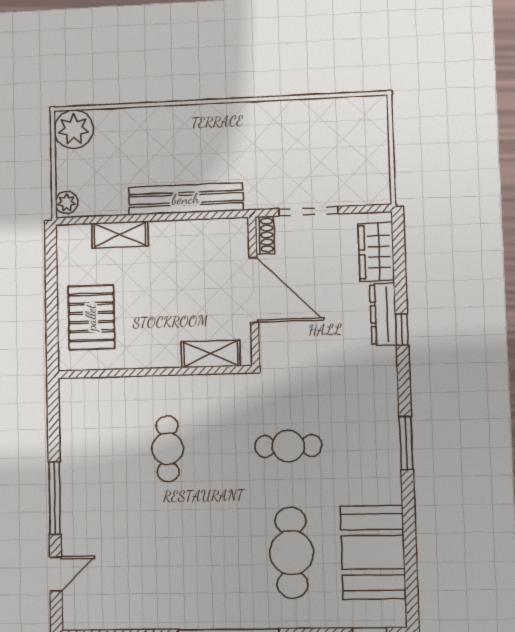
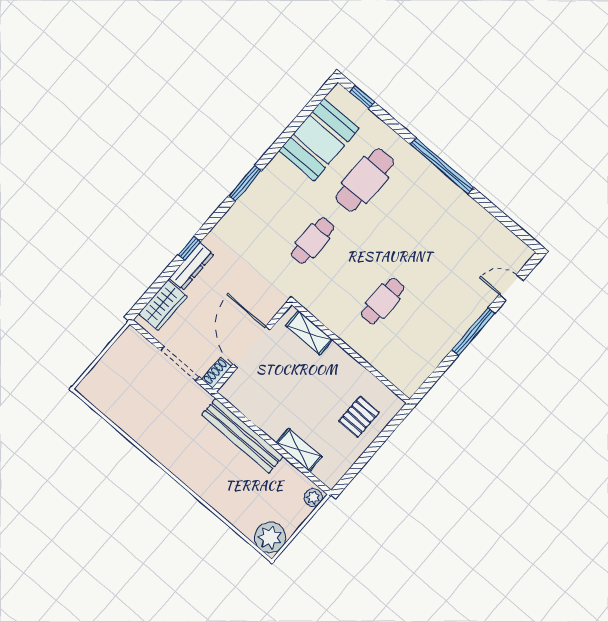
pallet: (91, 317) -> (359, 417), width x0.67, depth x0.71
cafe table: (288, 446) -> (312, 241), turned 90

